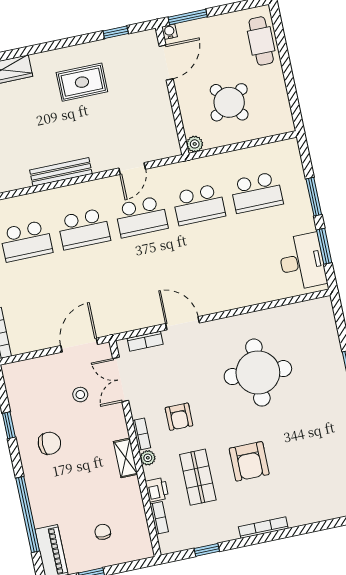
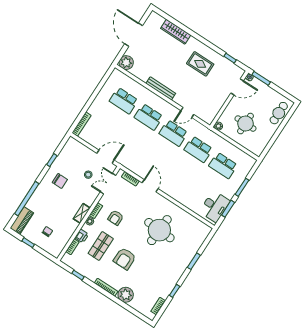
round table: (229, 102) -> (245, 124), turned 35
plant: (301, 511) -> (126, 295), added

